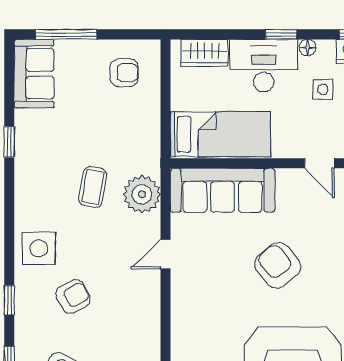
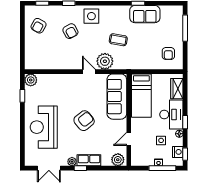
sofa: (34, 74) -> (145, 14), moved
plant: (142, 194) -> (105, 61), moved

